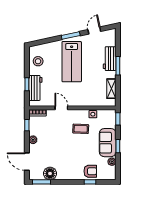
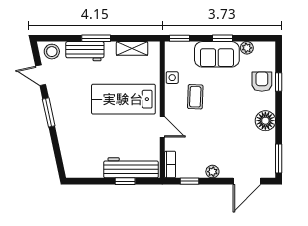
stool: (38, 61) -> (52, 52), moved
lab bench: (72, 62) -> (123, 99), moved, turned 180
workbench: (35, 88) -> (131, 168), width x1.38
door: (61, 108) -> (162, 127), swing flipped
floor lamp: (50, 173) -> (265, 121), moved

